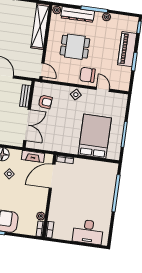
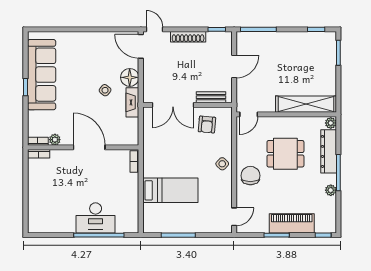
dining table: (75, 47) -> (285, 154), turned 90
door: (103, 89) -> (234, 217), moved
bed: (95, 136) -> (170, 190), width x0.67
fireplace: (33, 156) -> (132, 102), moved
door: (52, 176) -> (89, 147), moved
desk: (88, 232) -> (96, 218), moved, turned -90

